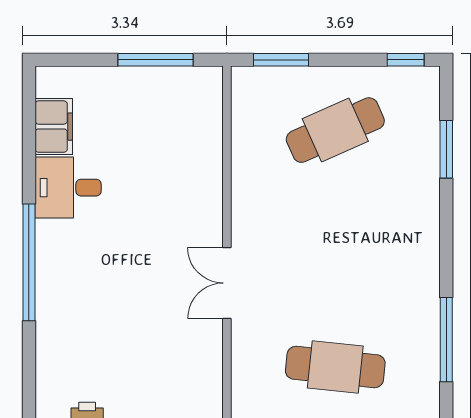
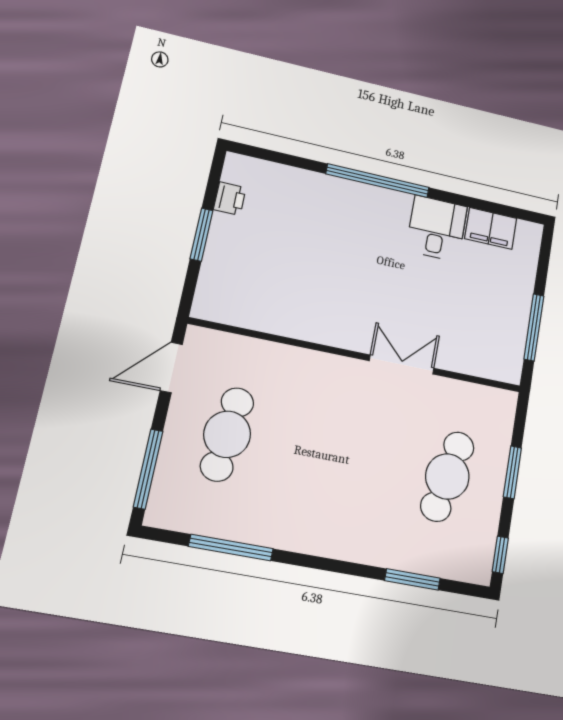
window: (281, 60) -> (512, 472), moved
cafe table: (335, 130) -> (447, 476), turned 36
double door: (227, 283) -> (402, 365), moved

